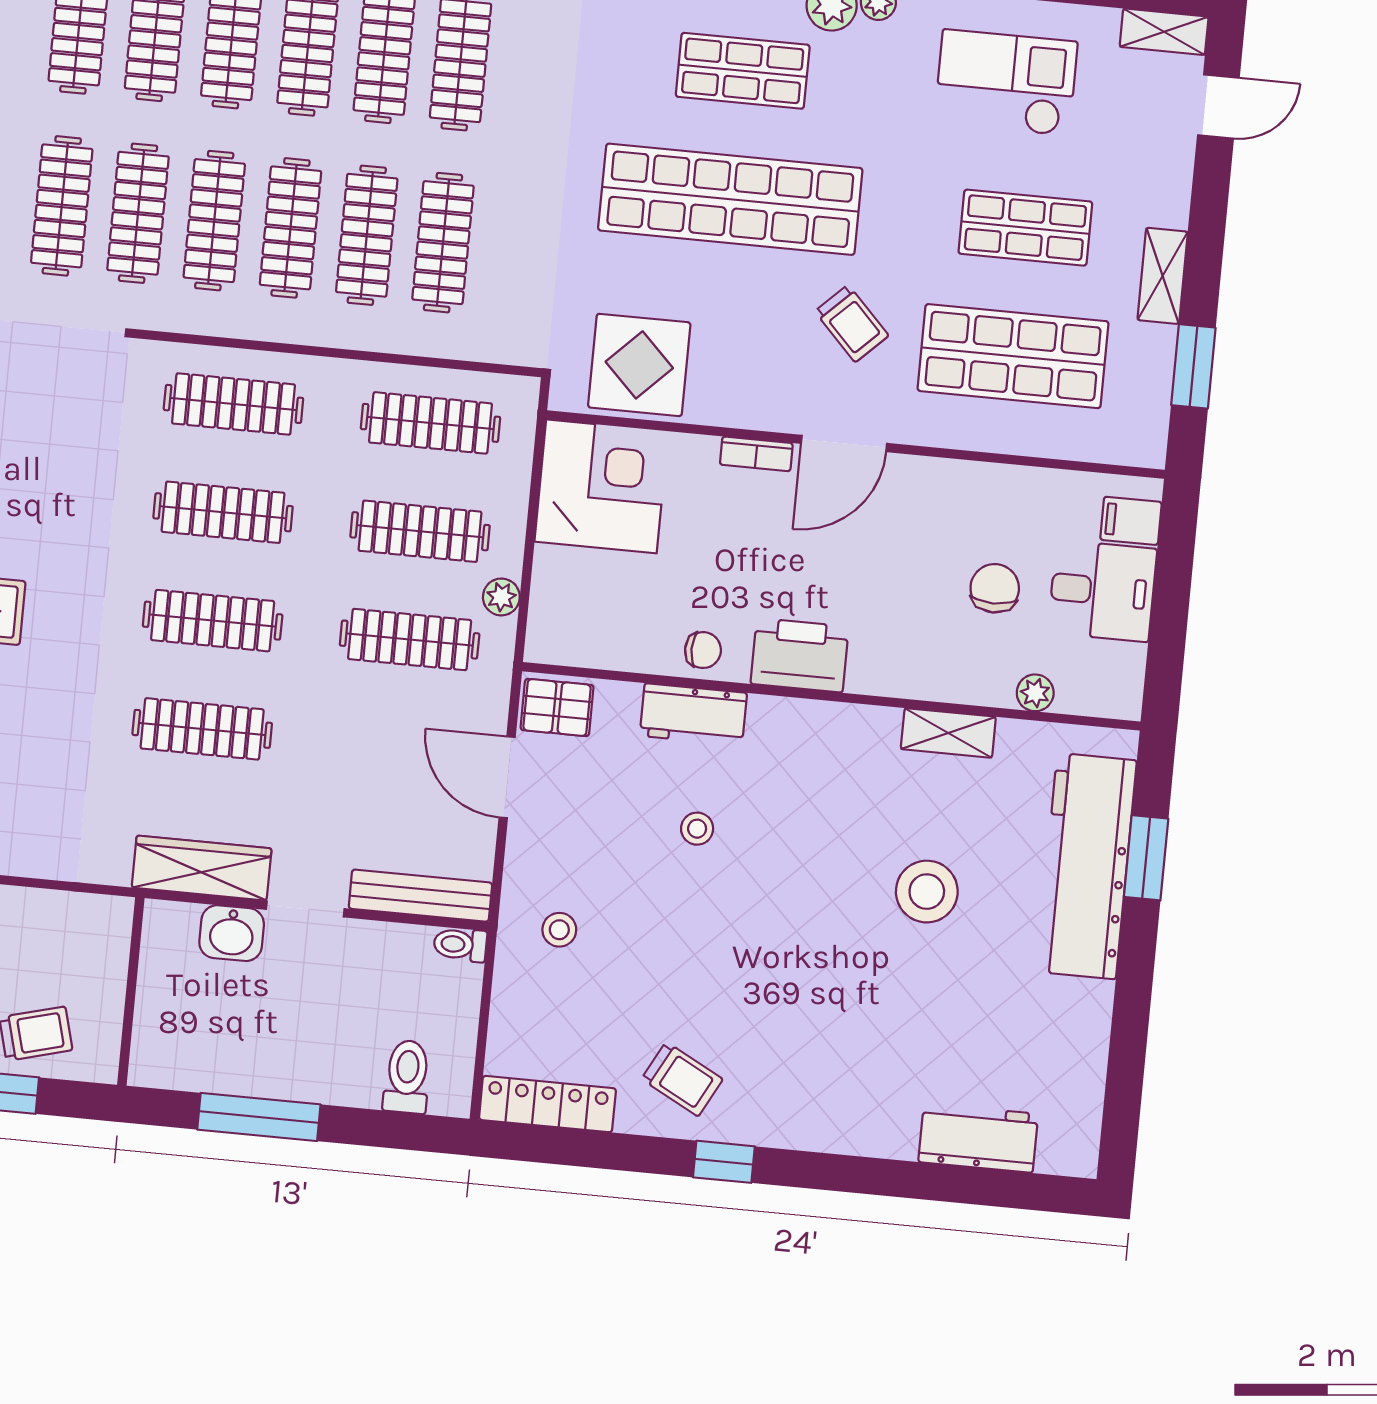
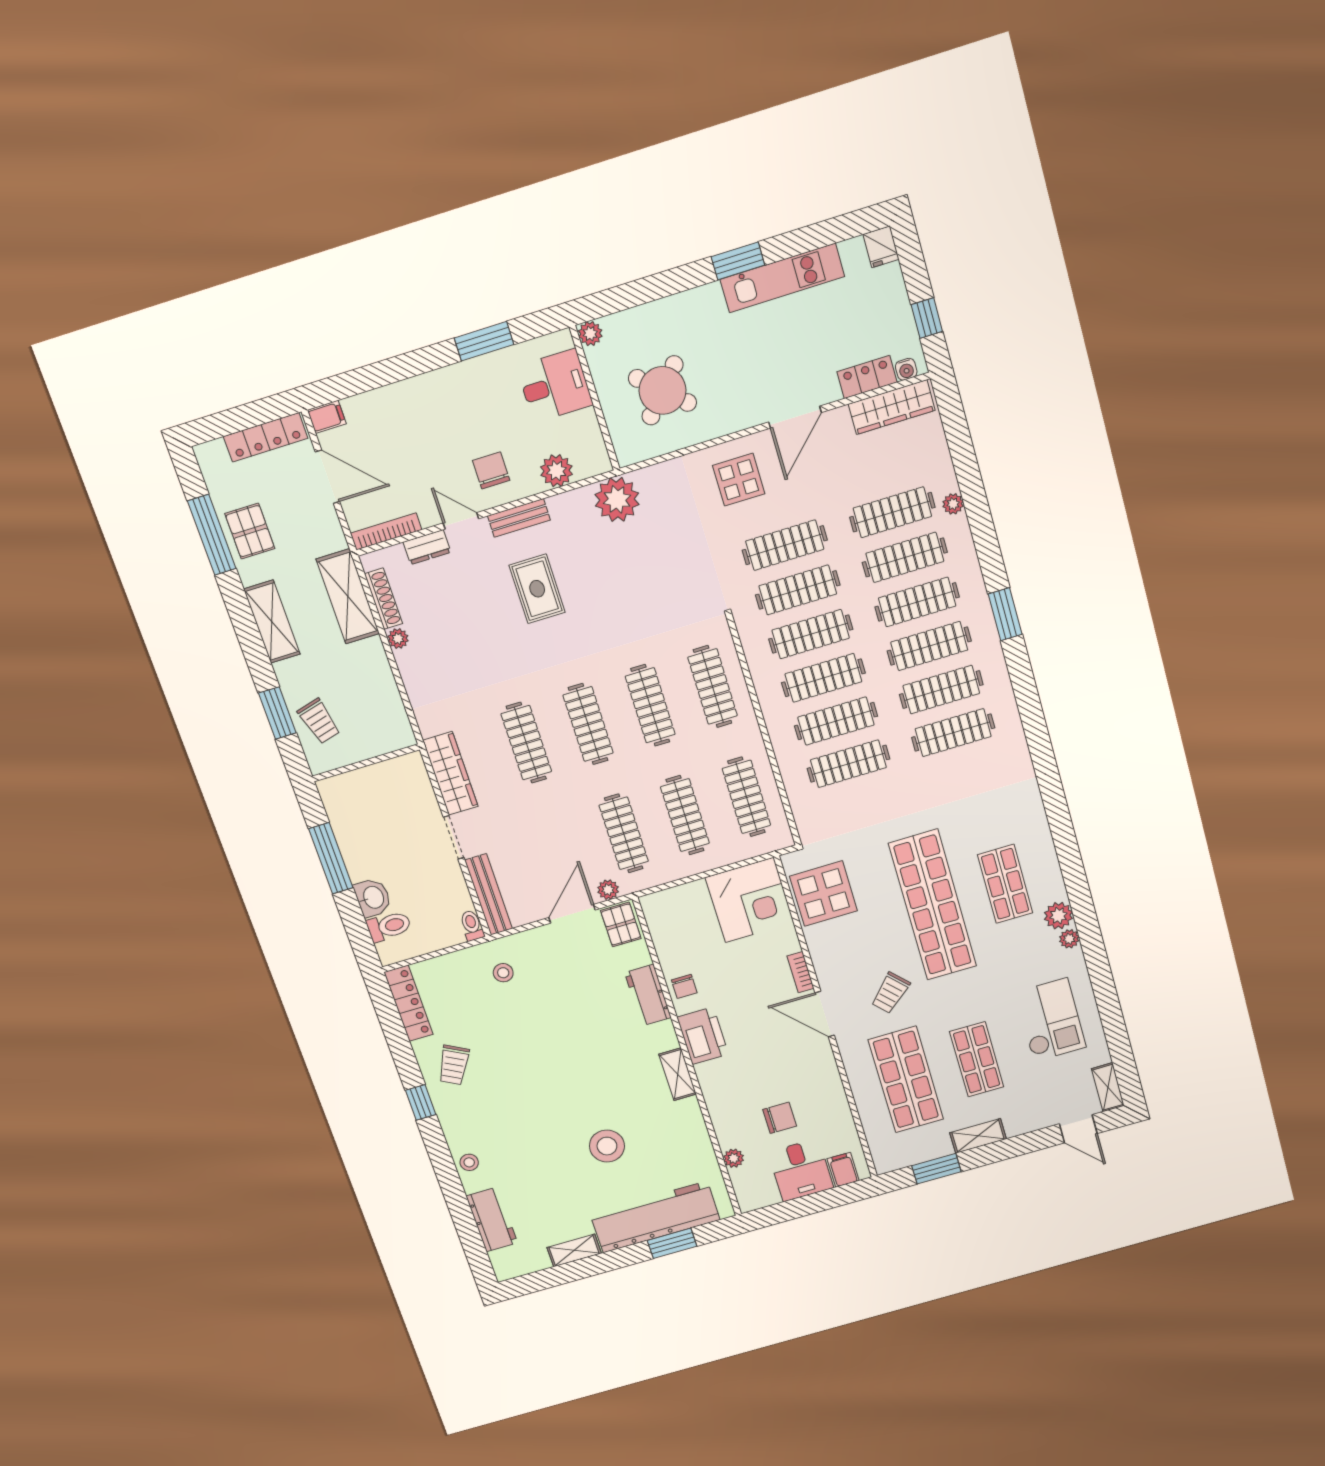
plant: (501, 597) -> (608, 890), moved
shelving: (948, 733) -> (678, 1074), moved
stool: (697, 829) -> (469, 1162), moved
washbasin: (232, 933) -> (373, 898), moved, turned 180
shelving: (1091, 1026) -> (574, 1250), added

